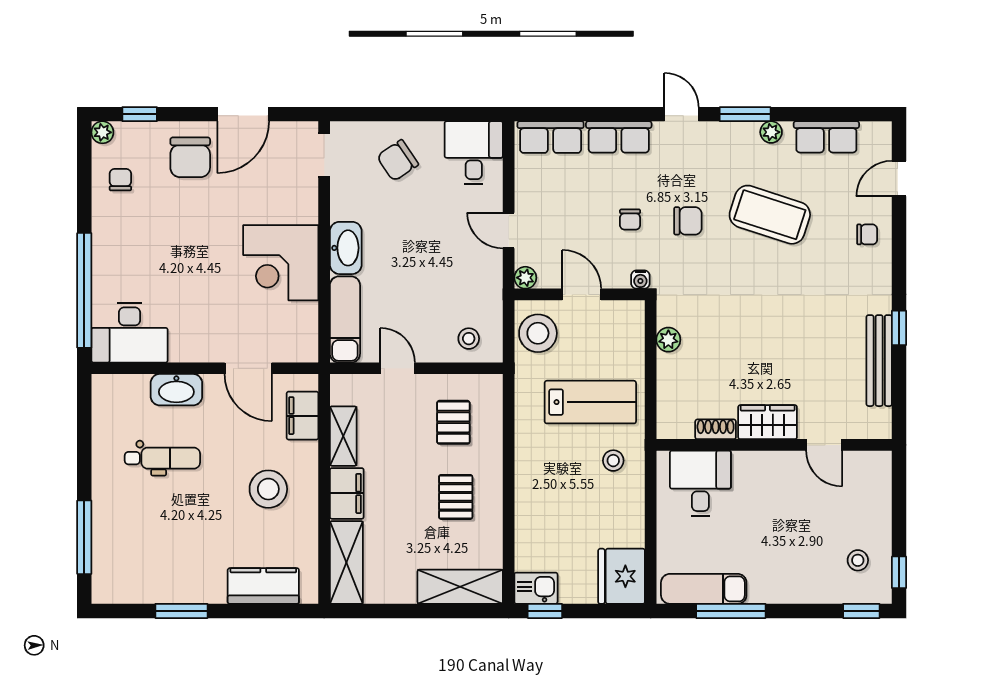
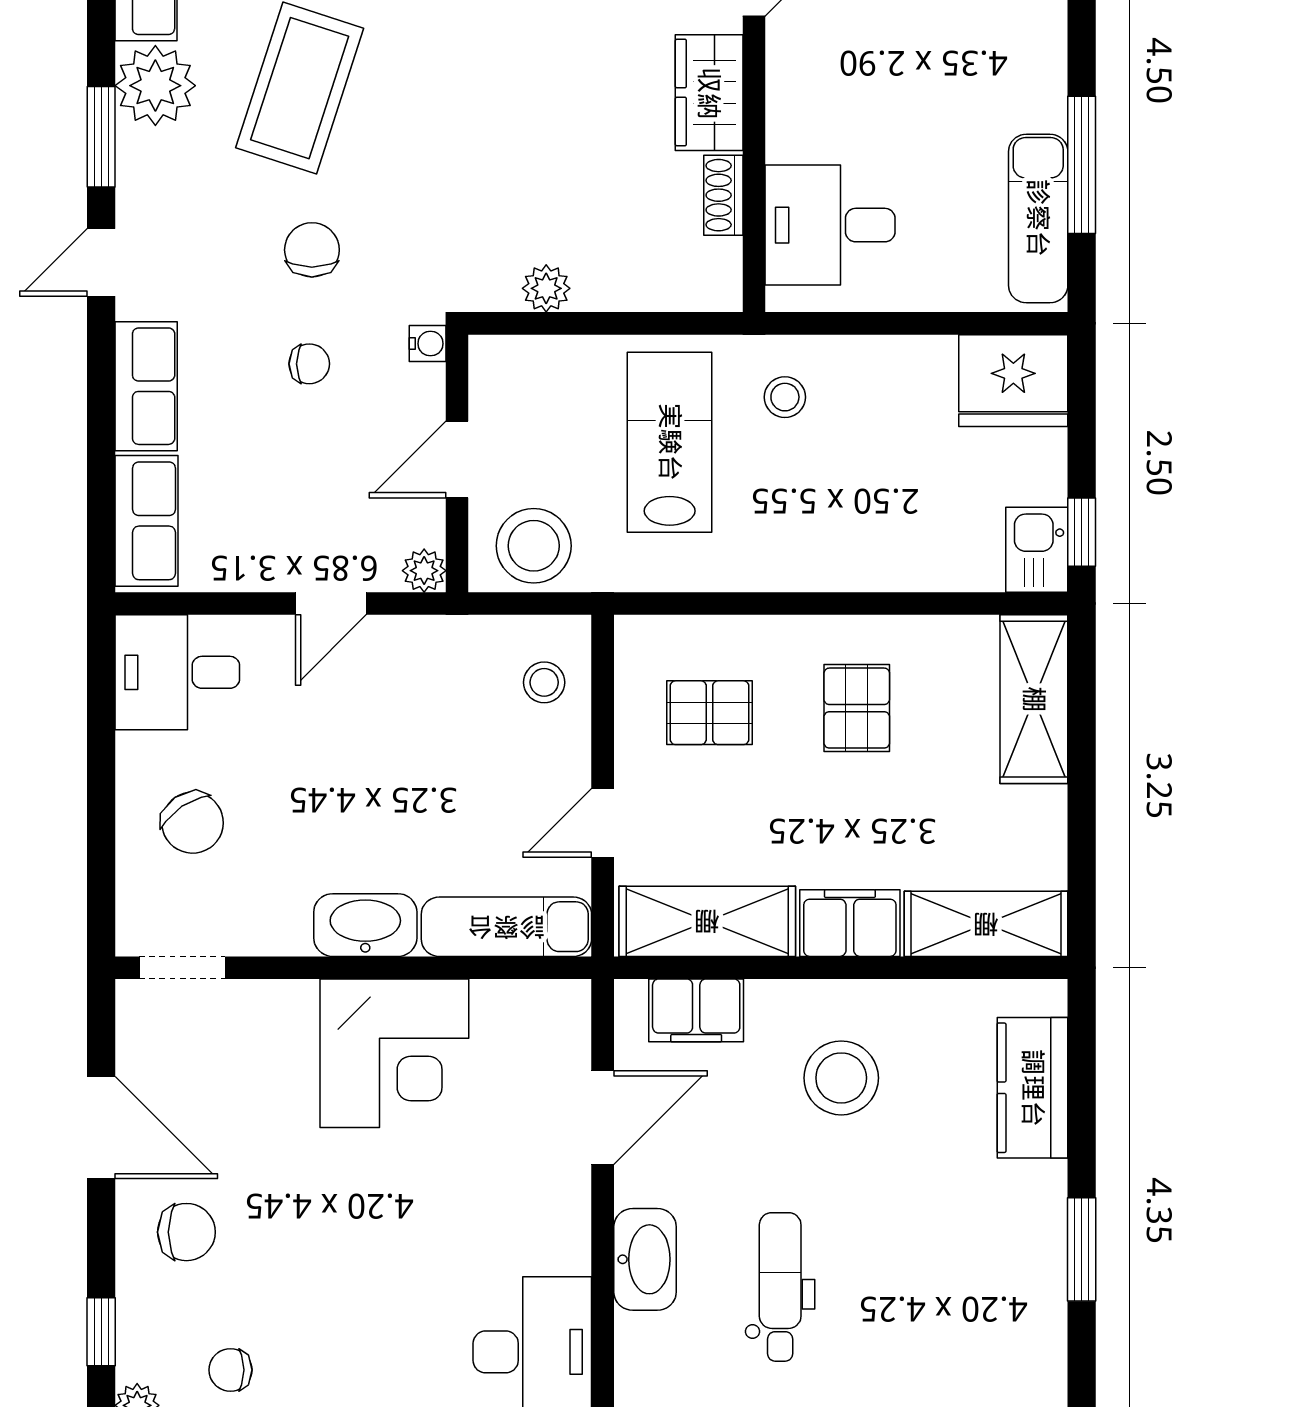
plant: (771, 132) -> (155, 86), width x1.88, depth x1.88
chair: (190, 157) -> (186, 1232), width x0.73, depth x0.73
shelving: (343, 436) -> (707, 921), width x1.50, depth x1.33
pallet: (456, 497) -> (857, 708), turned 90

